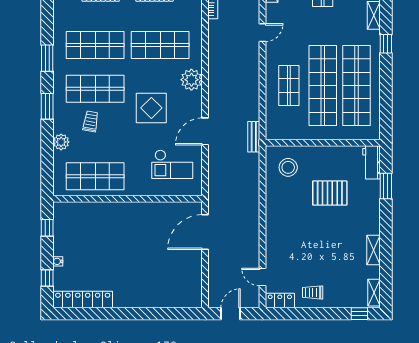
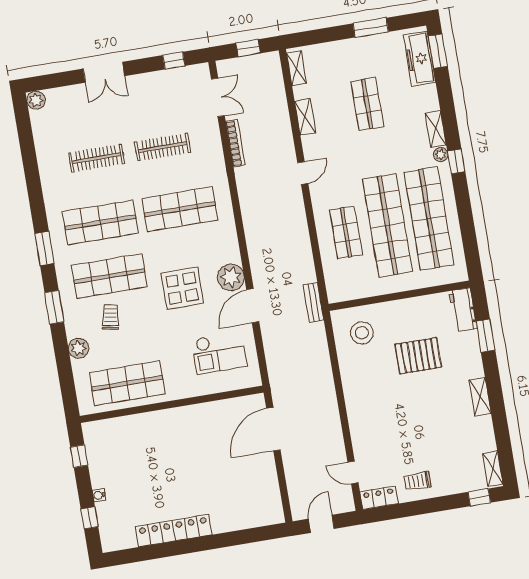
plant: (374, 36) -> (441, 155), added
plant: (191, 80) -> (231, 277), moved
shelving: (373, 250) -> (480, 397), moved
locker: (83, 299) -> (174, 531), moved

